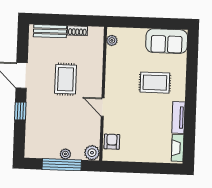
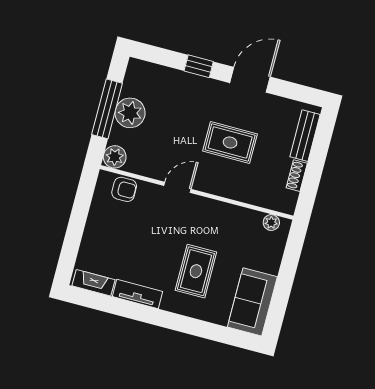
plant: (65, 154) -> (130, 113), width x1.87, depth x1.87

